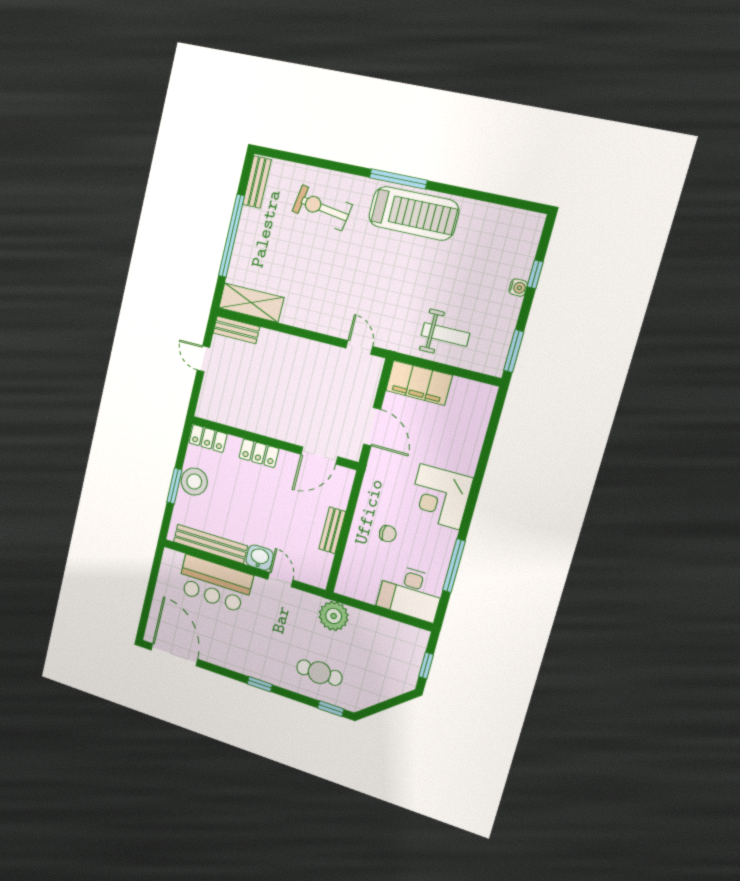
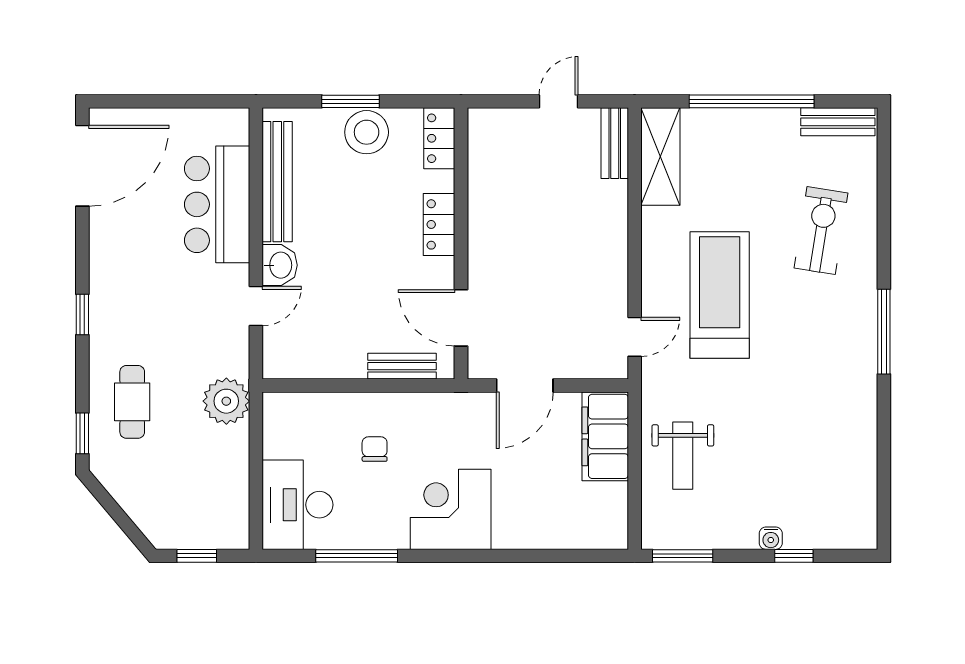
treadmill: (414, 213) -> (720, 295), moved, turned 180
bench: (332, 530) -> (402, 366), moved
chair: (388, 534) -> (375, 449), turned 180

